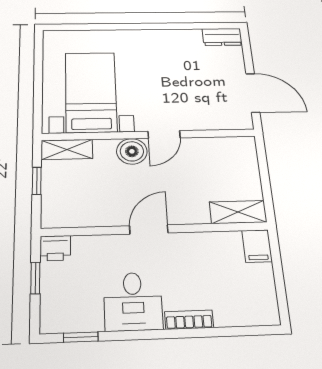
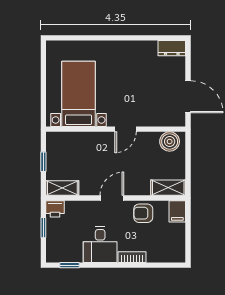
shelving: (67, 150) -> (62, 188), moved
boiler: (132, 151) -> (170, 141), moved
armchair: (202, 250) -> (143, 213), added

